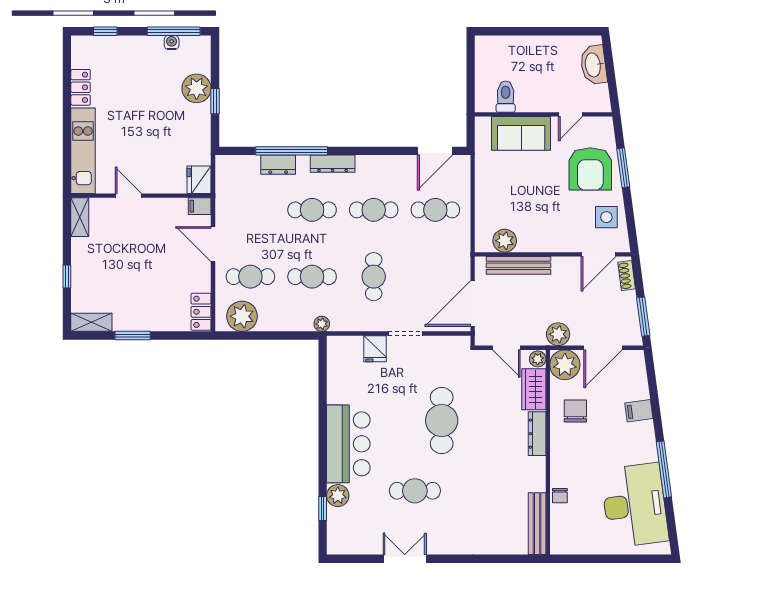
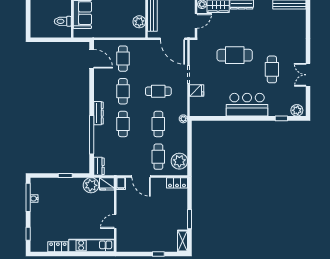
plant: (197, 88) -> (91, 185), moved
dresser: (278, 165) -> (99, 166), moved
shelving: (80, 217) -> (127, 247), removed
door: (213, 244) -> (141, 177), hinge flipped
plant: (338, 496) -> (297, 110), moved

